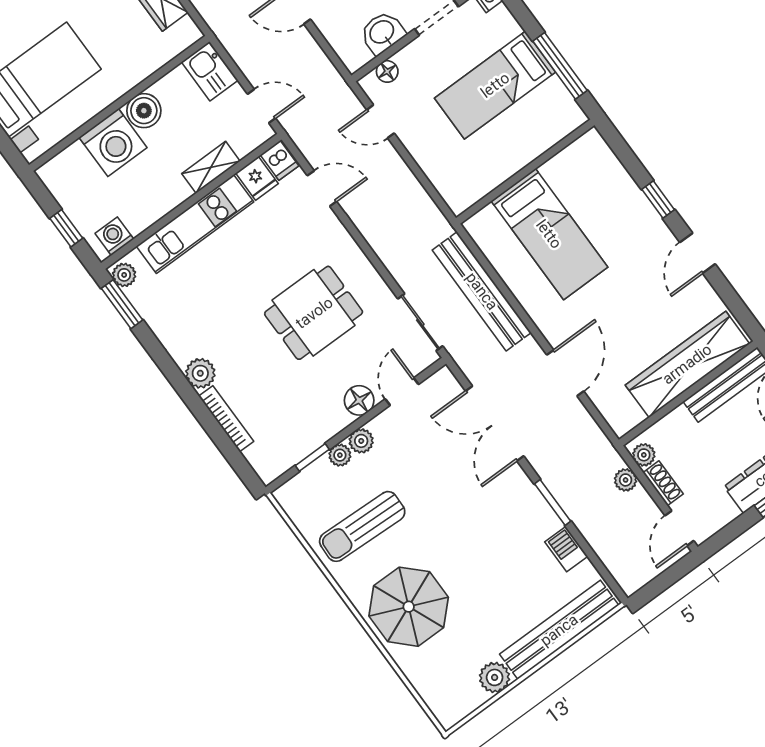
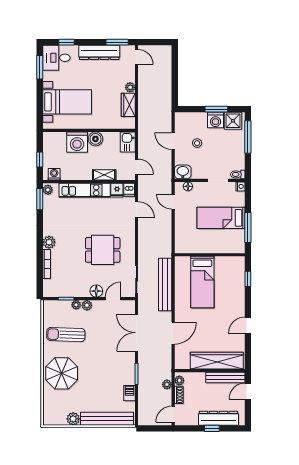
washbasin: (382, 33) -> (183, 172), moved
window: (658, 199) -> (248, 279), moved

